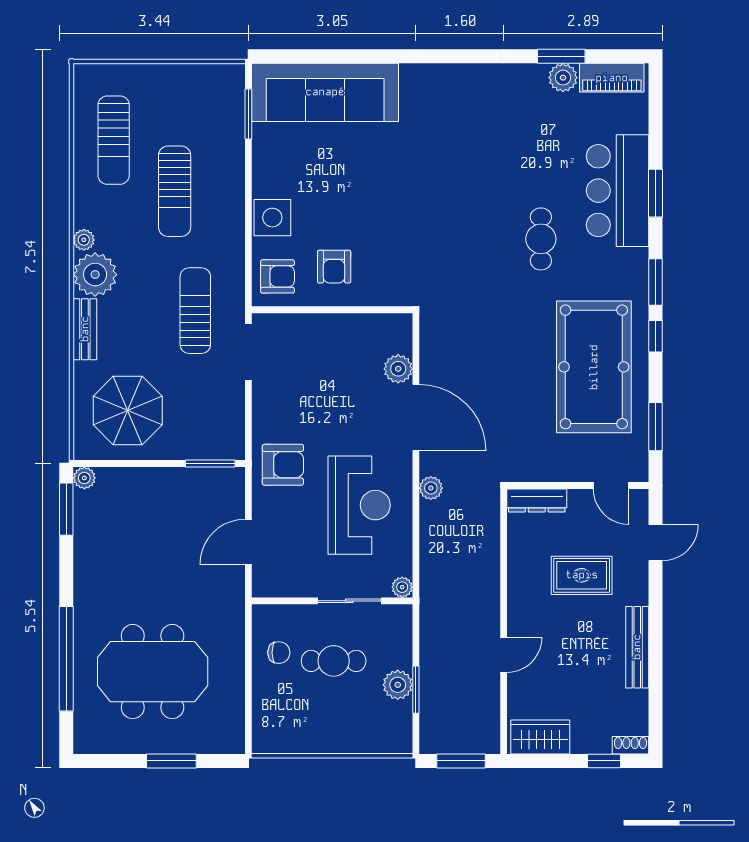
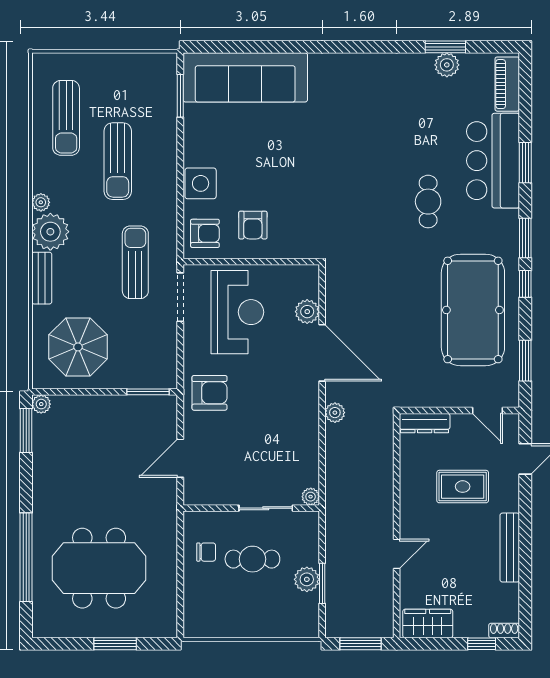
piano: (612, 78) -> (507, 84), moved, turned 90
reception desk: (359, 505) -> (237, 312), moved

